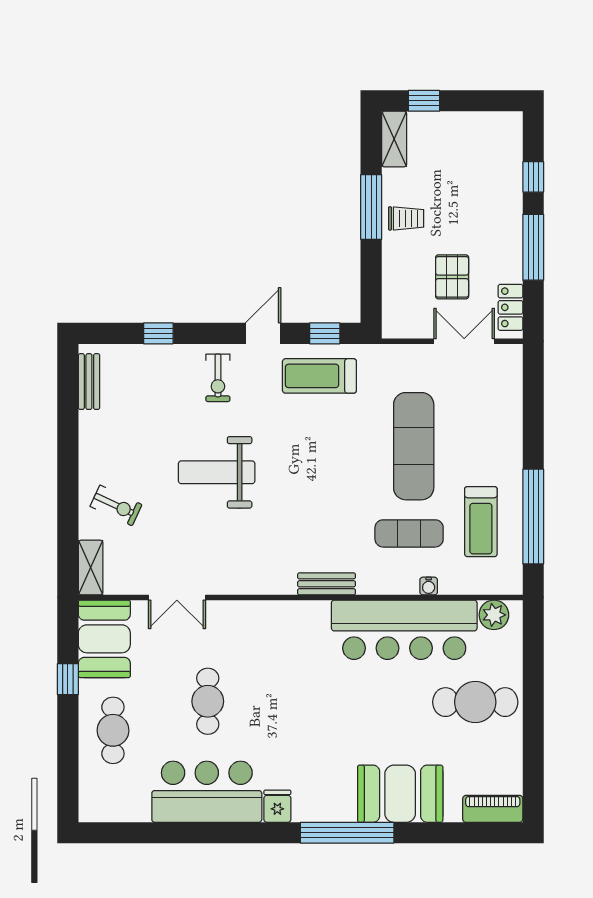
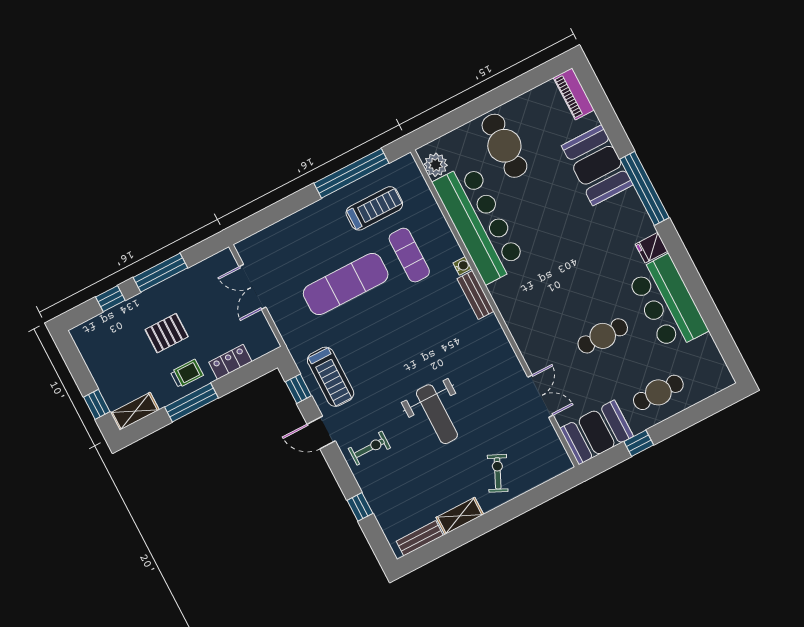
trolley: (406, 218) -> (187, 373), turned 90
pallet: (452, 277) -> (167, 333), moved
locker: (510, 307) -> (230, 362), moved, turned 180
shelving: (91, 567) -> (460, 516), moved
water cooler: (429, 586) -> (462, 266), moved

